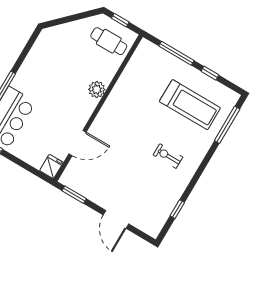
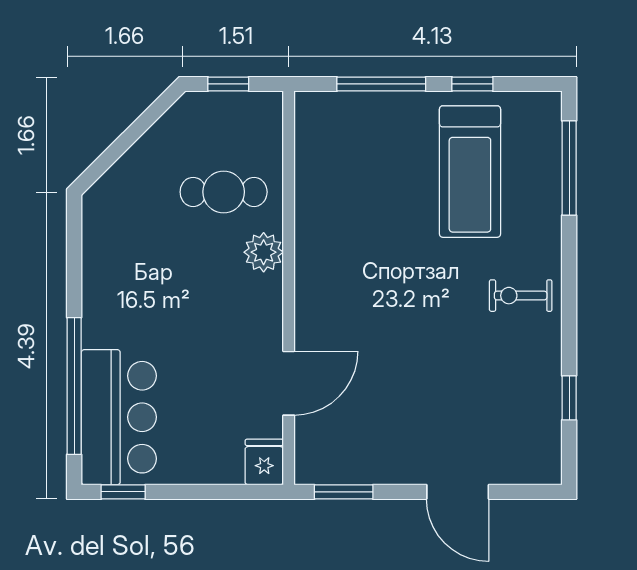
cafe table: (109, 41) -> (224, 192), moved
treadmill: (190, 105) -> (470, 172), turned 90
exercise bike: (168, 156) -> (521, 296), moved

